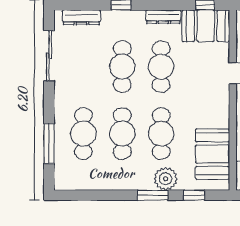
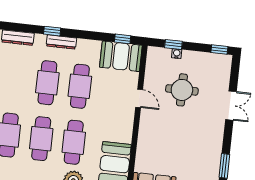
dresser: (163, 17) -> (61, 42), moved

